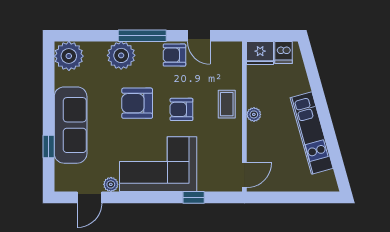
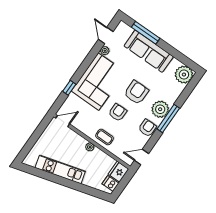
door: (199, 36) -> (141, 157), moved
plant: (121, 55) -> (160, 109), moved
window: (49, 147) -> (146, 33), width x2.17
door: (244, 175) -> (63, 121), swing flipped

